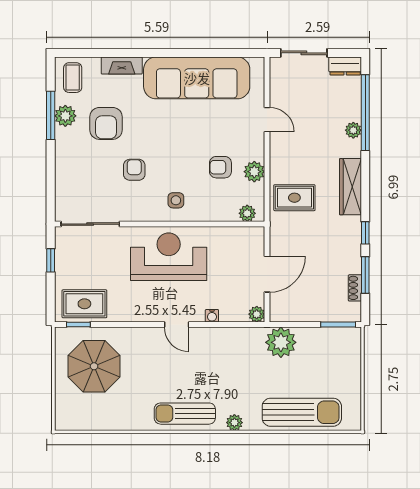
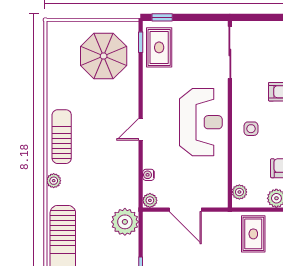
window: (51, 260) -> (162, 17), moved
water cooler: (212, 316) -> (148, 175), moved

